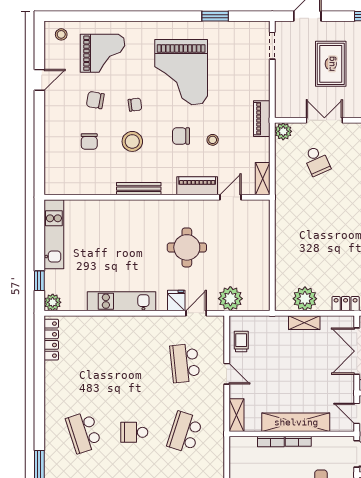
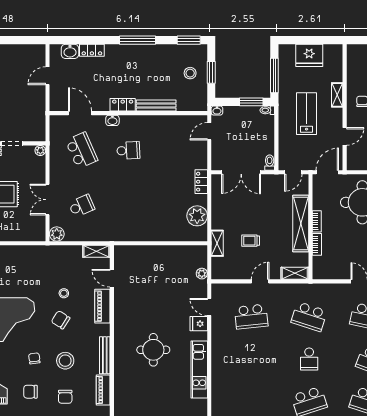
chair: (95, 100) -> (30, 392), turned 80
piano: (262, 119) -> (103, 390), moved, turned 90
chair: (181, 136) -> (61, 320), turned 123
chair: (89, 141) -> (65, 397), turned 90
round table: (187, 247) -> (153, 350), moved
plant: (230, 299) -> (202, 274), width x0.53, depth x0.53
shelving: (304, 323) -> (217, 243), moved
trolley: (241, 341) -> (251, 241), moved

